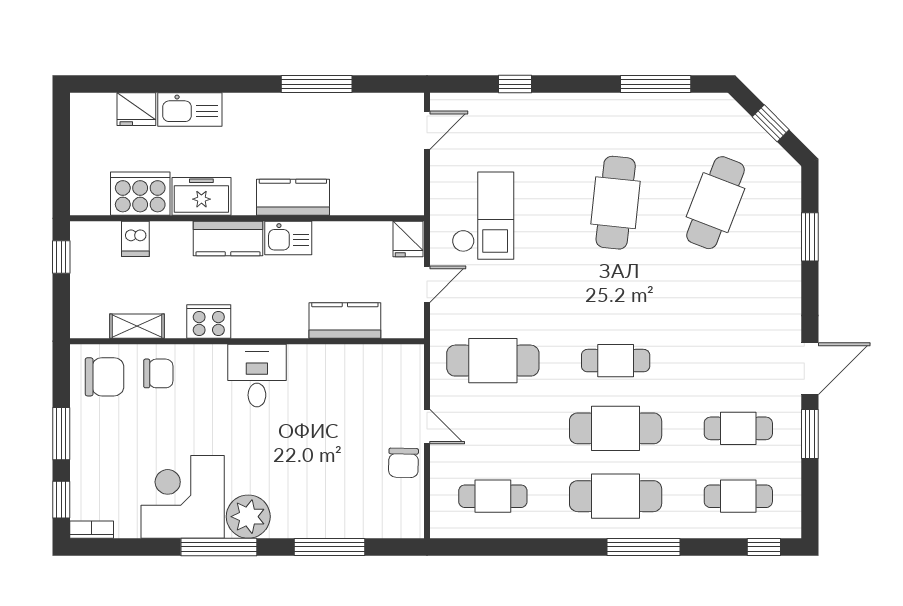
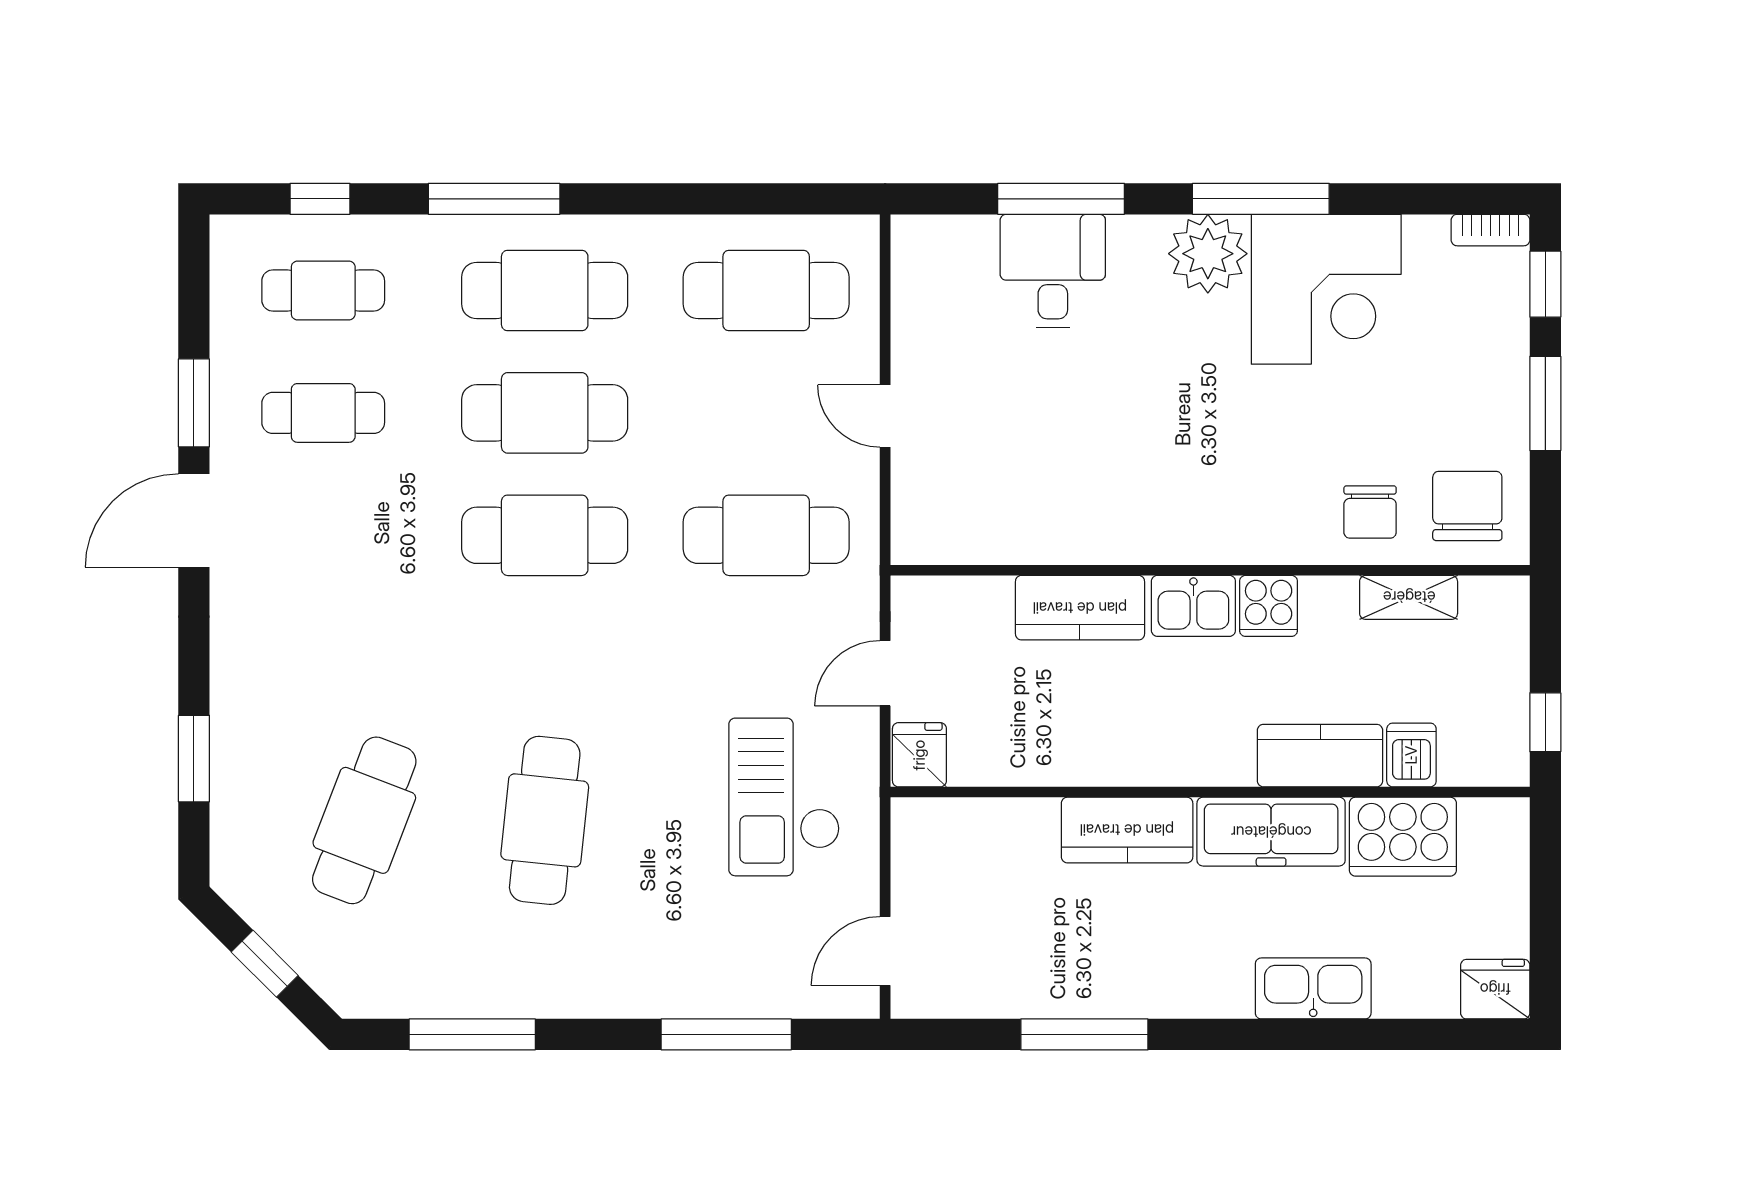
window: (515, 84) -> (726, 1034), width x2.17
fridge: (136, 109) -> (1495, 989), moved
freezer: (201, 196) -> (1271, 832), width x1.40
kitchen sink: (288, 238) -> (1193, 606), moved, turned 180
kitchen counter: (228, 239) -> (1320, 756), moved
kitchen counter: (345, 320) -> (1080, 608), moved
cooker: (209, 321) -> (1269, 606), width x0.73
cafe table: (616, 361) -> (545, 535), width x1.37, depth x1.35
chair: (158, 373) -> (1370, 512), turned -90
desk: (257, 376) -> (1053, 271), moved, turned 180
chair: (104, 377) -> (1467, 506), turned 90
chair: (403, 463) -> (928, 351), removed
cafe table: (493, 496) -> (766, 291), width x1.37, depth x1.35
window: (764, 547) -> (320, 199), moved

